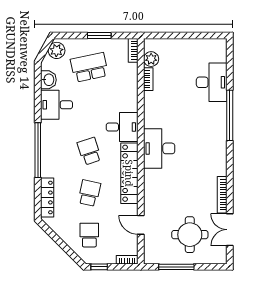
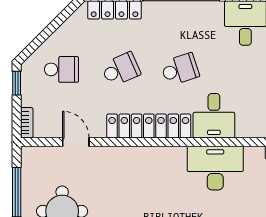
desk: (159, 148) -> (215, 168), moved
school desk: (89, 193) -> (121, 69), turned -36
door: (141, 225) -> (76, 142), hinge flipped

